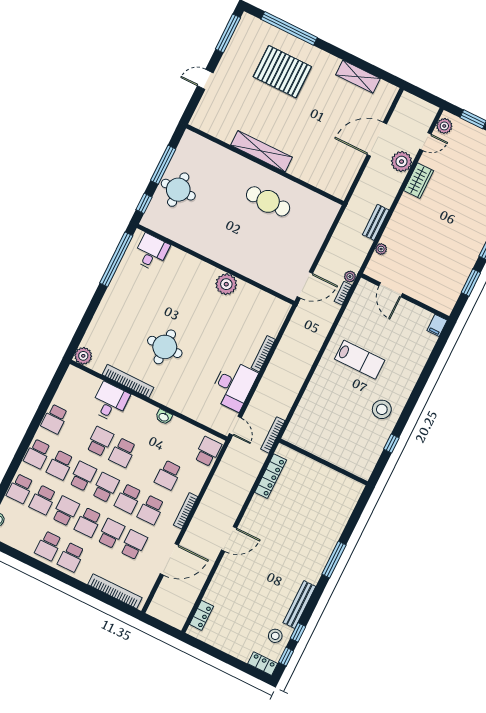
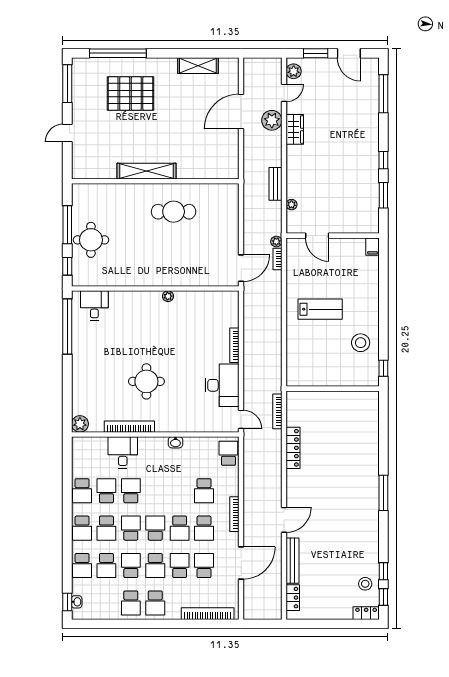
plant: (226, 284) -> (168, 296), width x0.53, depth x0.53
school desk: (123, 453) -> (106, 491), moved, turned 180
wall: (323, 462) -> (333, 389), moved
bench: (299, 605) -> (292, 561), moved

